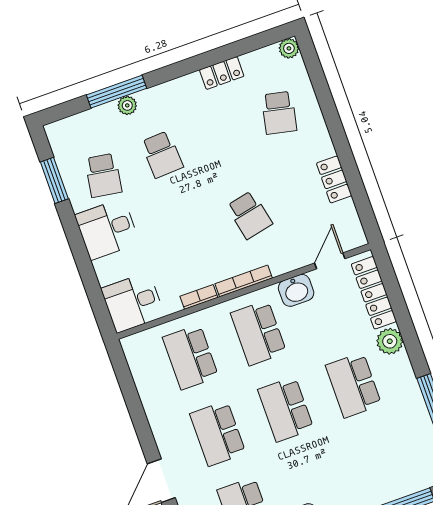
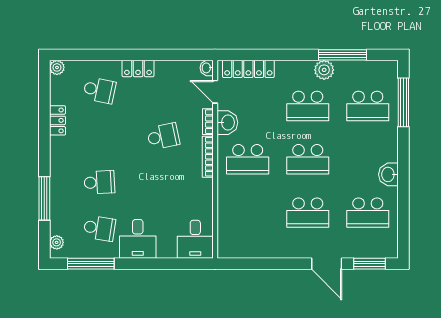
plant: (127, 105) -> (57, 242), moved
locker: (334, 179) -> (138, 68), moved
window: (54, 180) -> (91, 264), width x1.44
washbasin: (356, 239) -> (207, 68), added
bookcase: (199, 297) -> (208, 122), moved
plant: (390, 341) -> (324, 70), moved
school desk: (191, 357) -> (368, 106), moved

